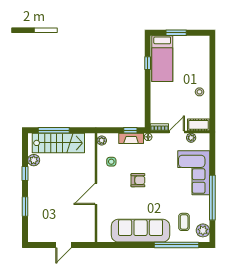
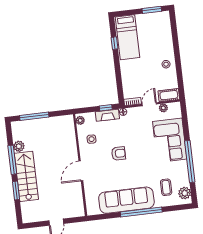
window: (176, 33) -> (152, 10), moved
stairs: (58, 143) -> (26, 176), moved, turned -90
window: (25, 174) -> (12, 160), width x2.17
window: (177, 245) -> (141, 212), moved

